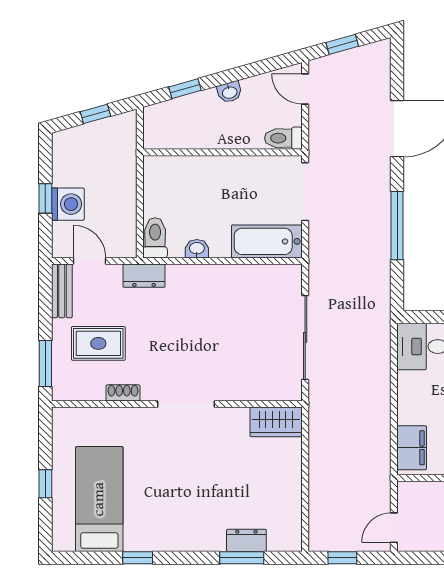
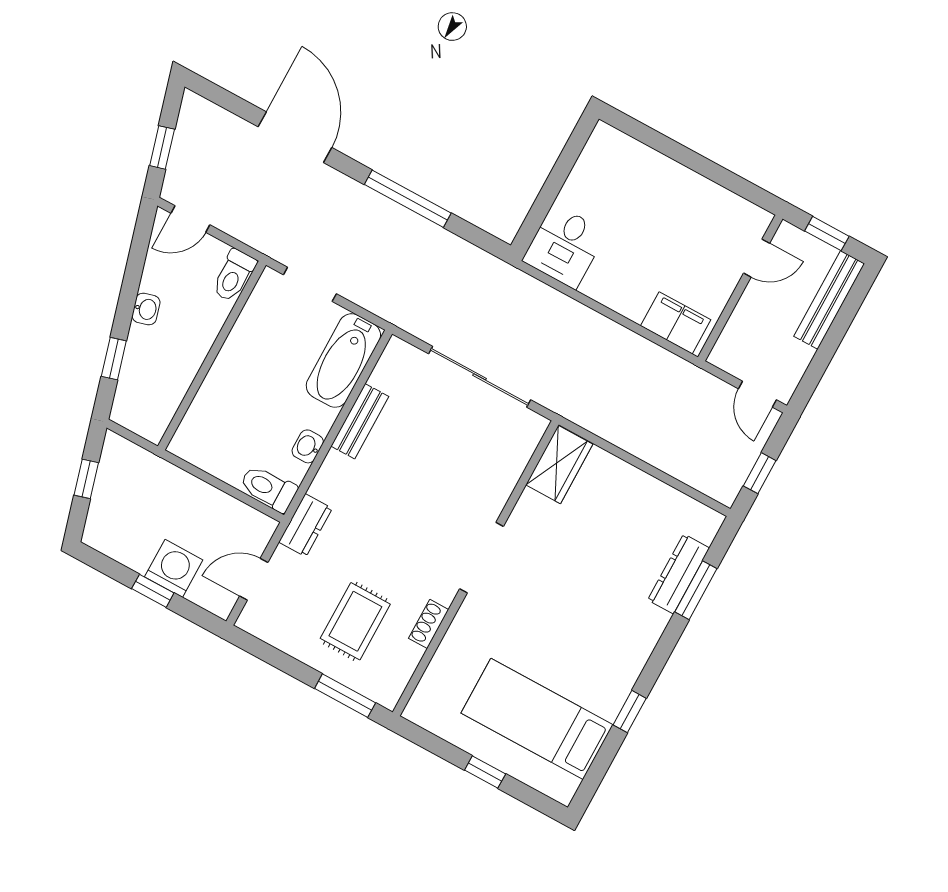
doorway: (305, 192) -> (310, 284), width x0.73
bench: (62, 291) -> (360, 421), moved, turned 90
dresser: (246, 540) -> (679, 574), width x1.44

